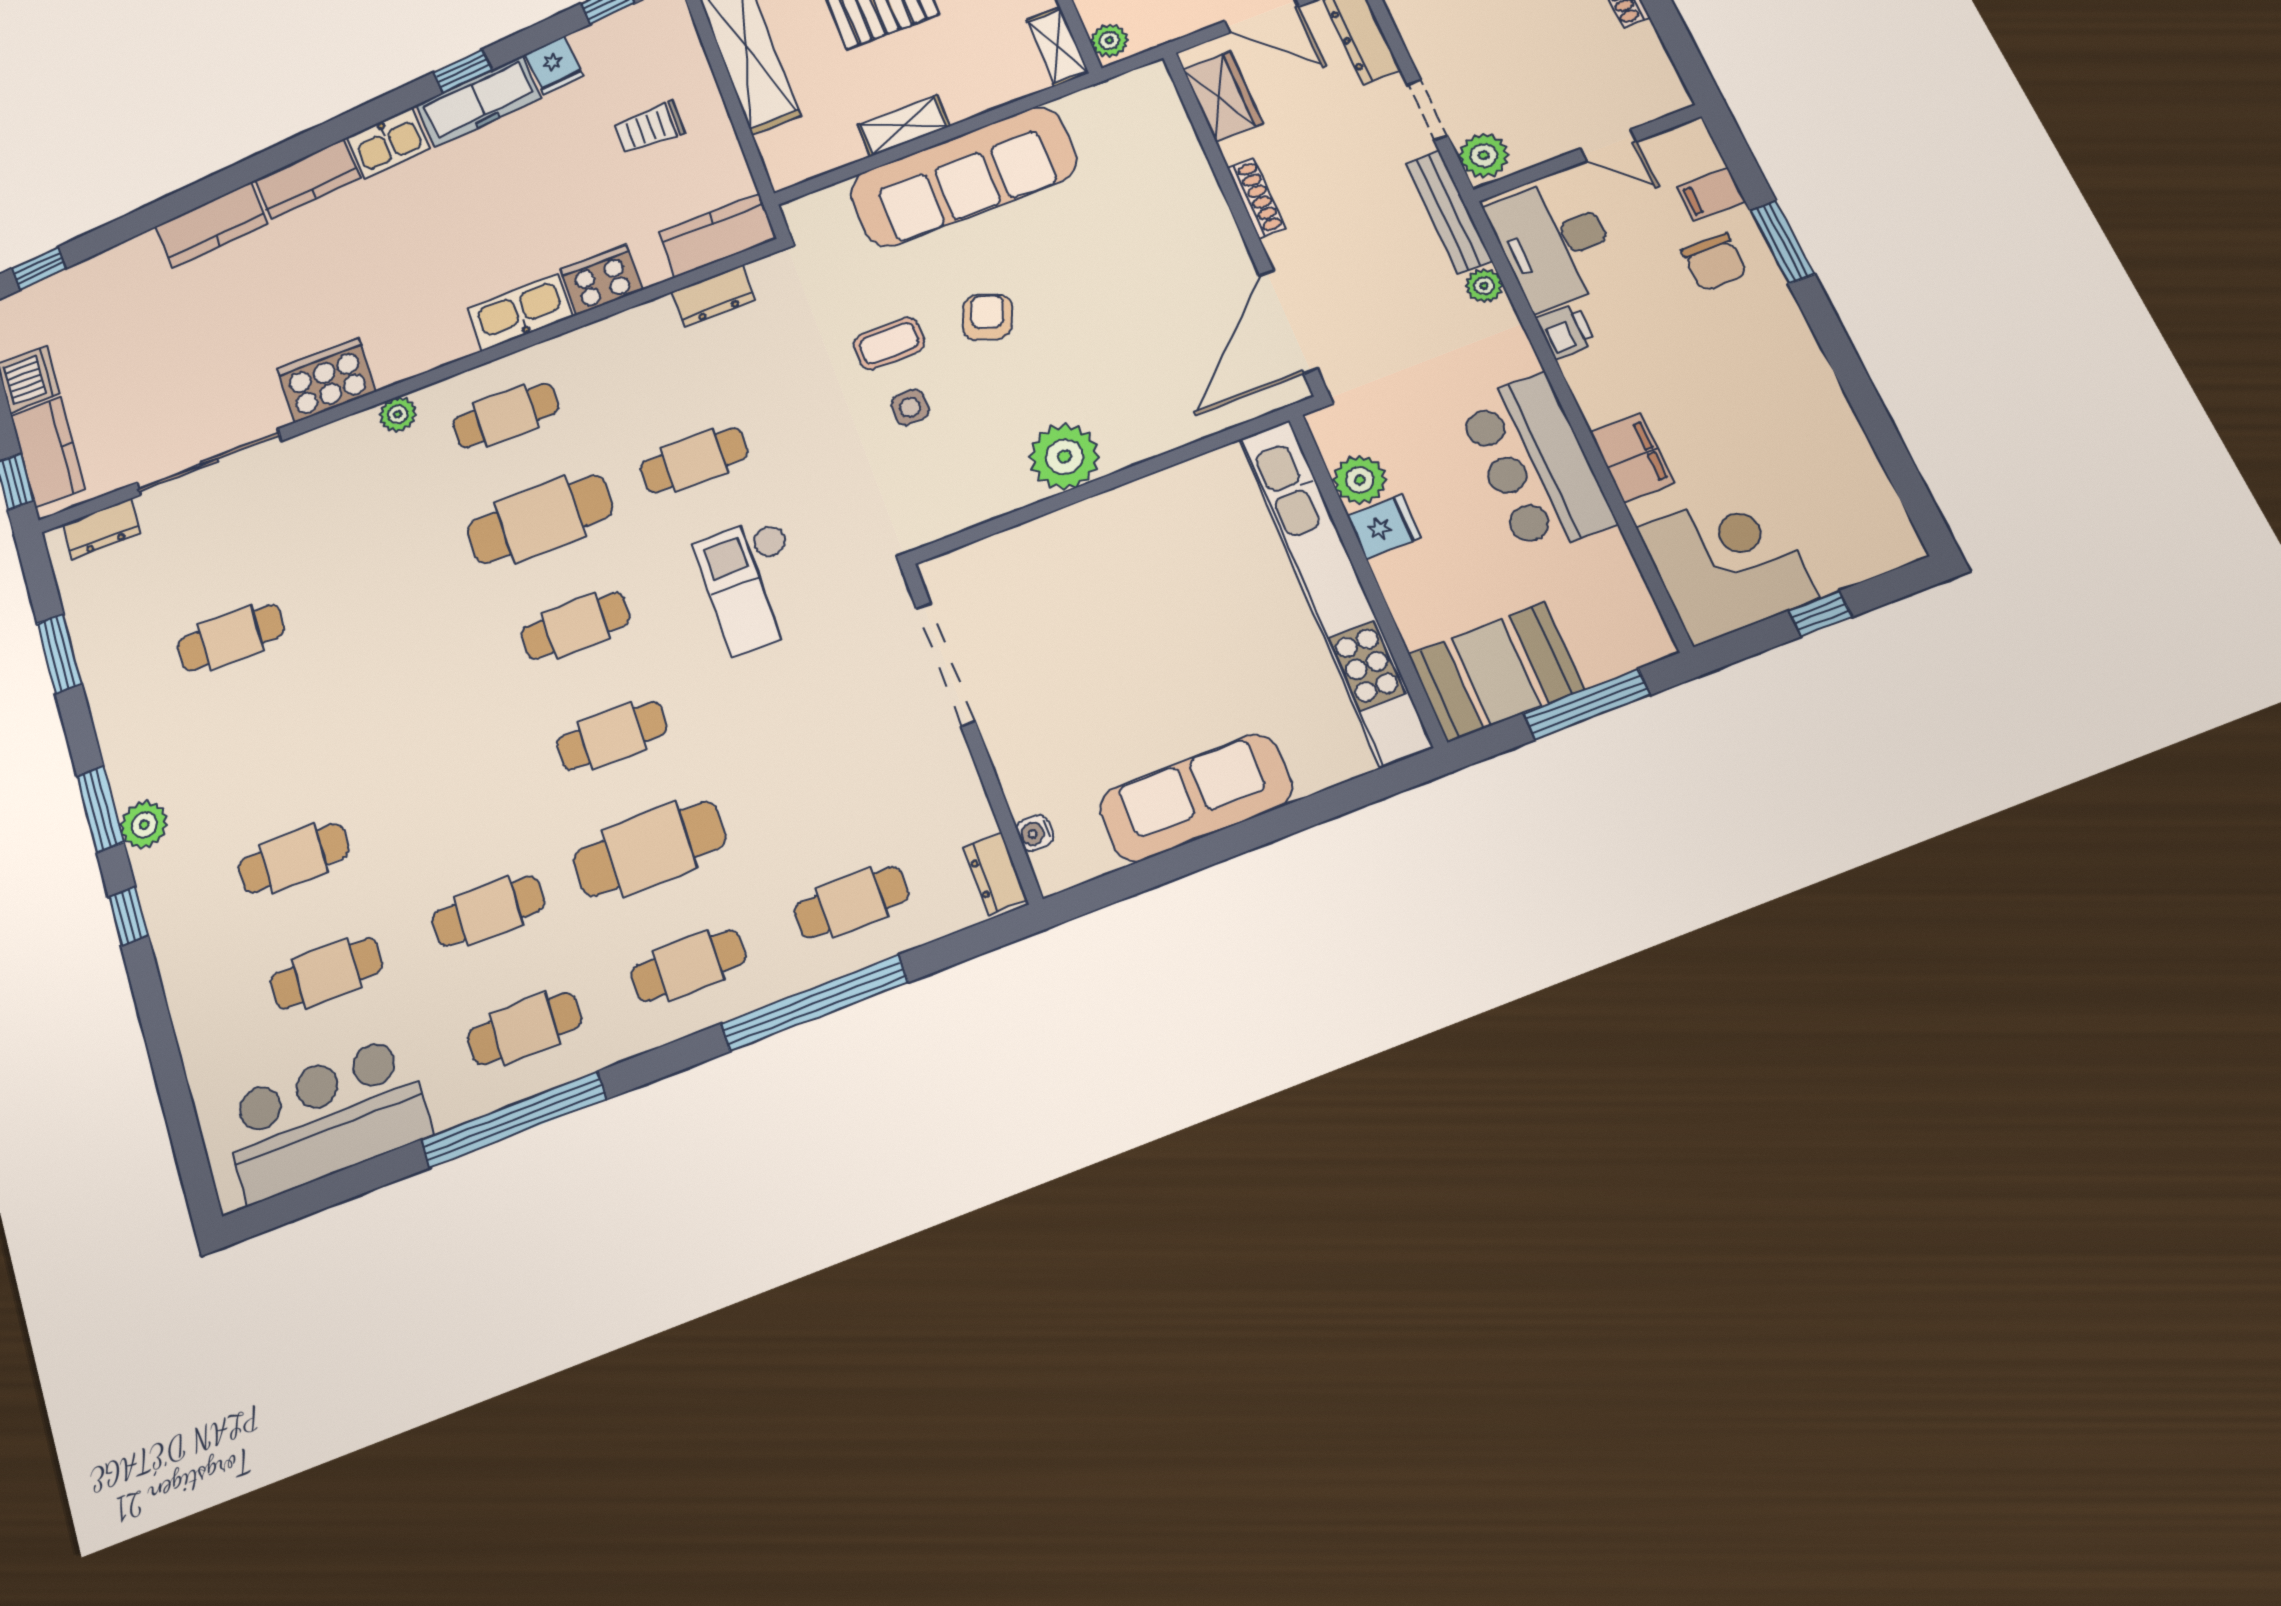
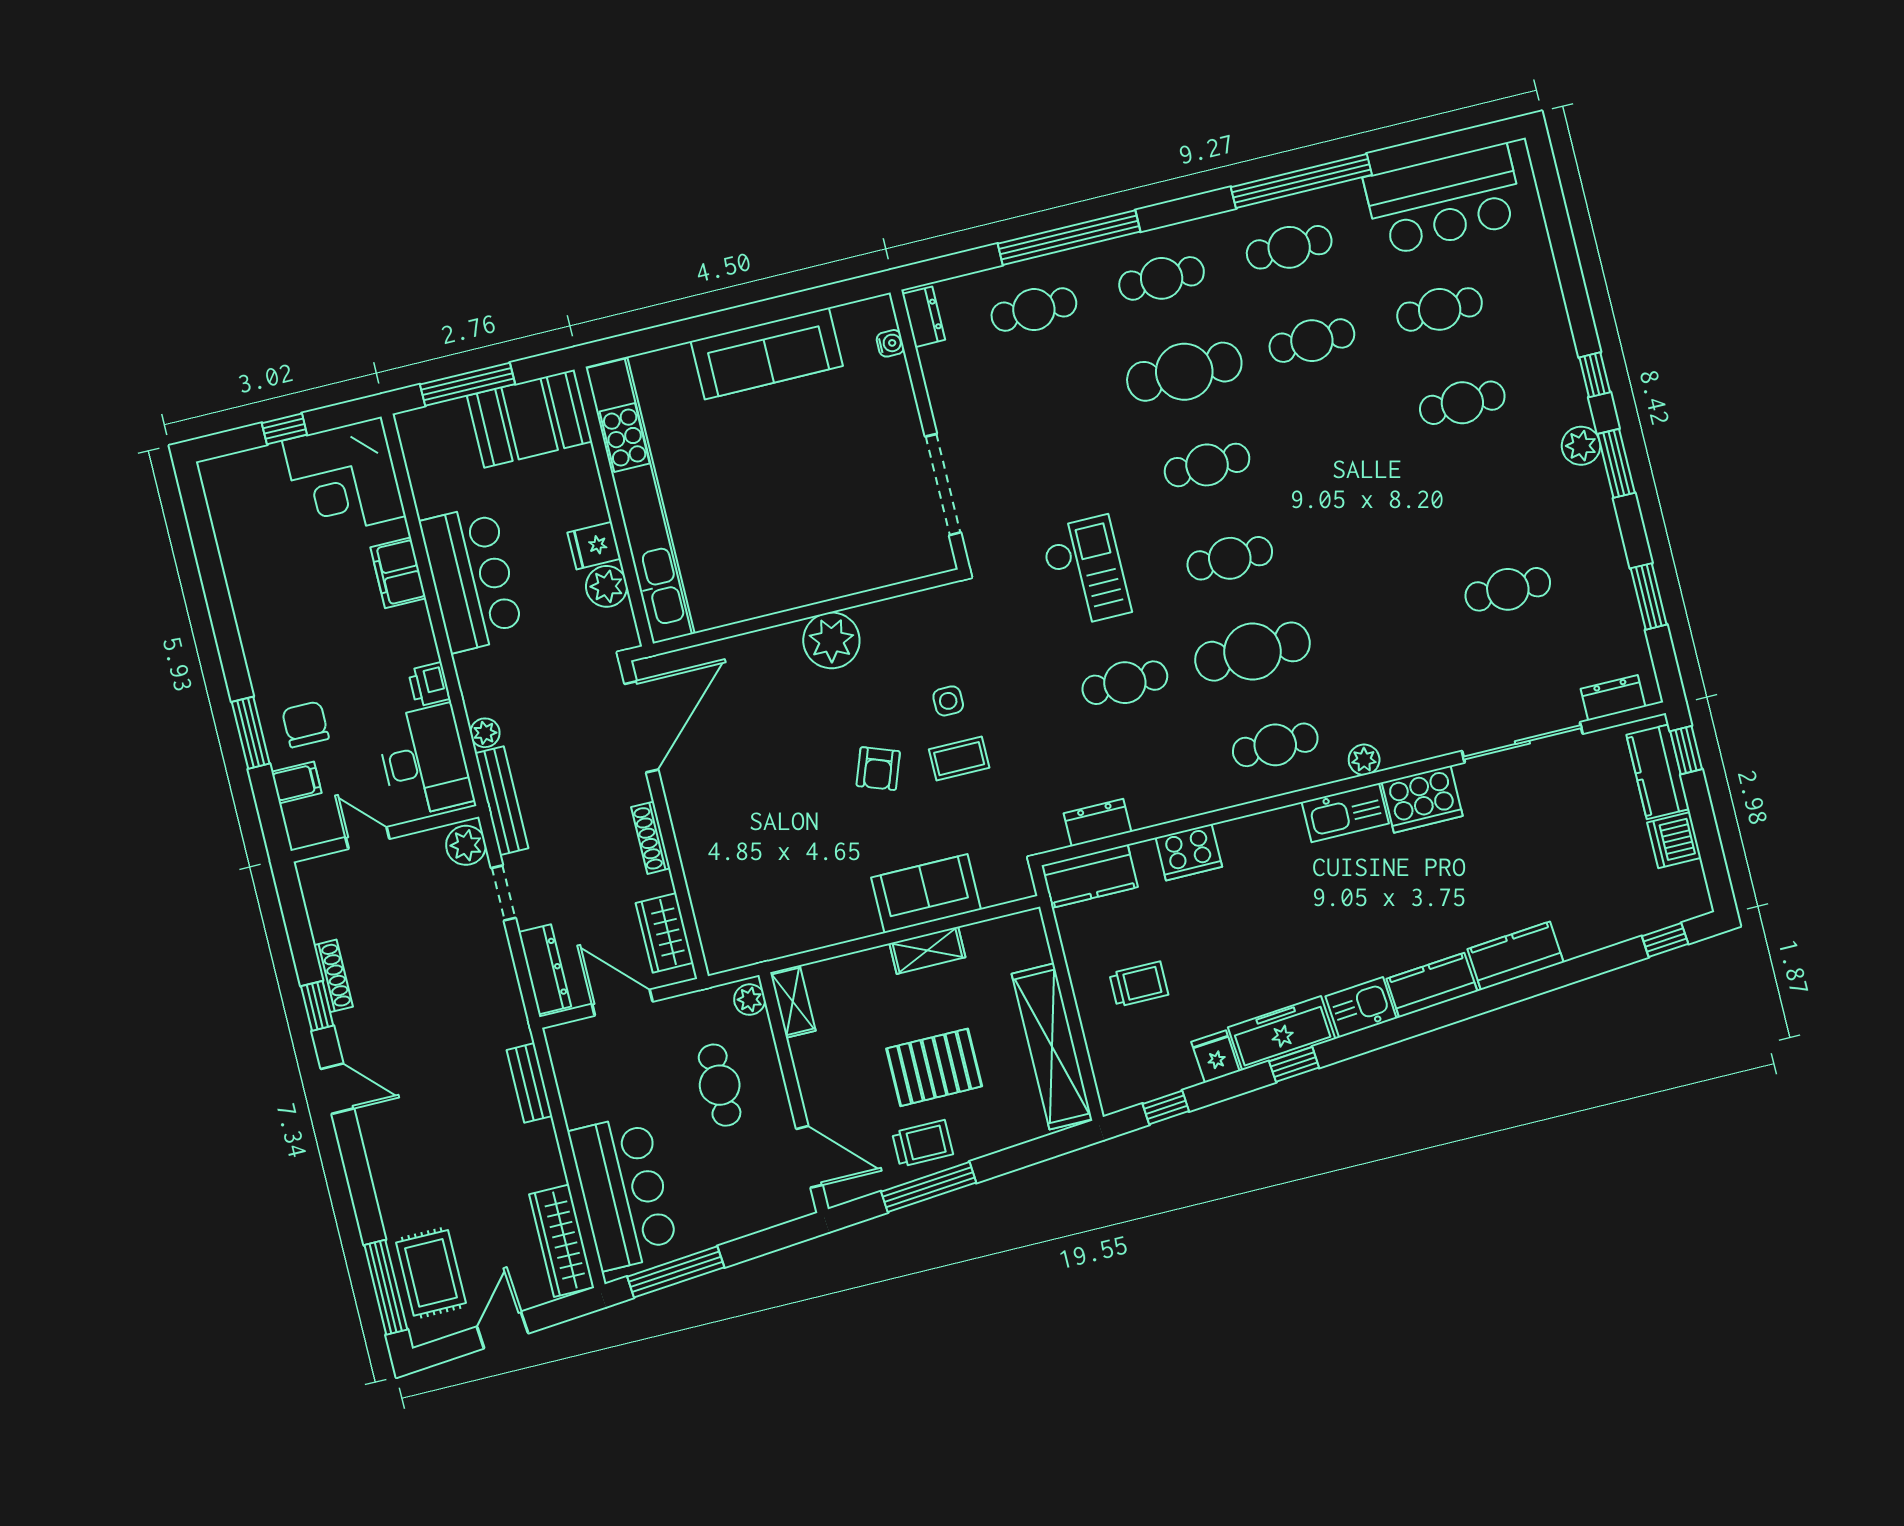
sofa: (964, 176) -> (926, 894), width x0.54, depth x0.79
kitchen sink: (520, 312) -> (1345, 813), moved

